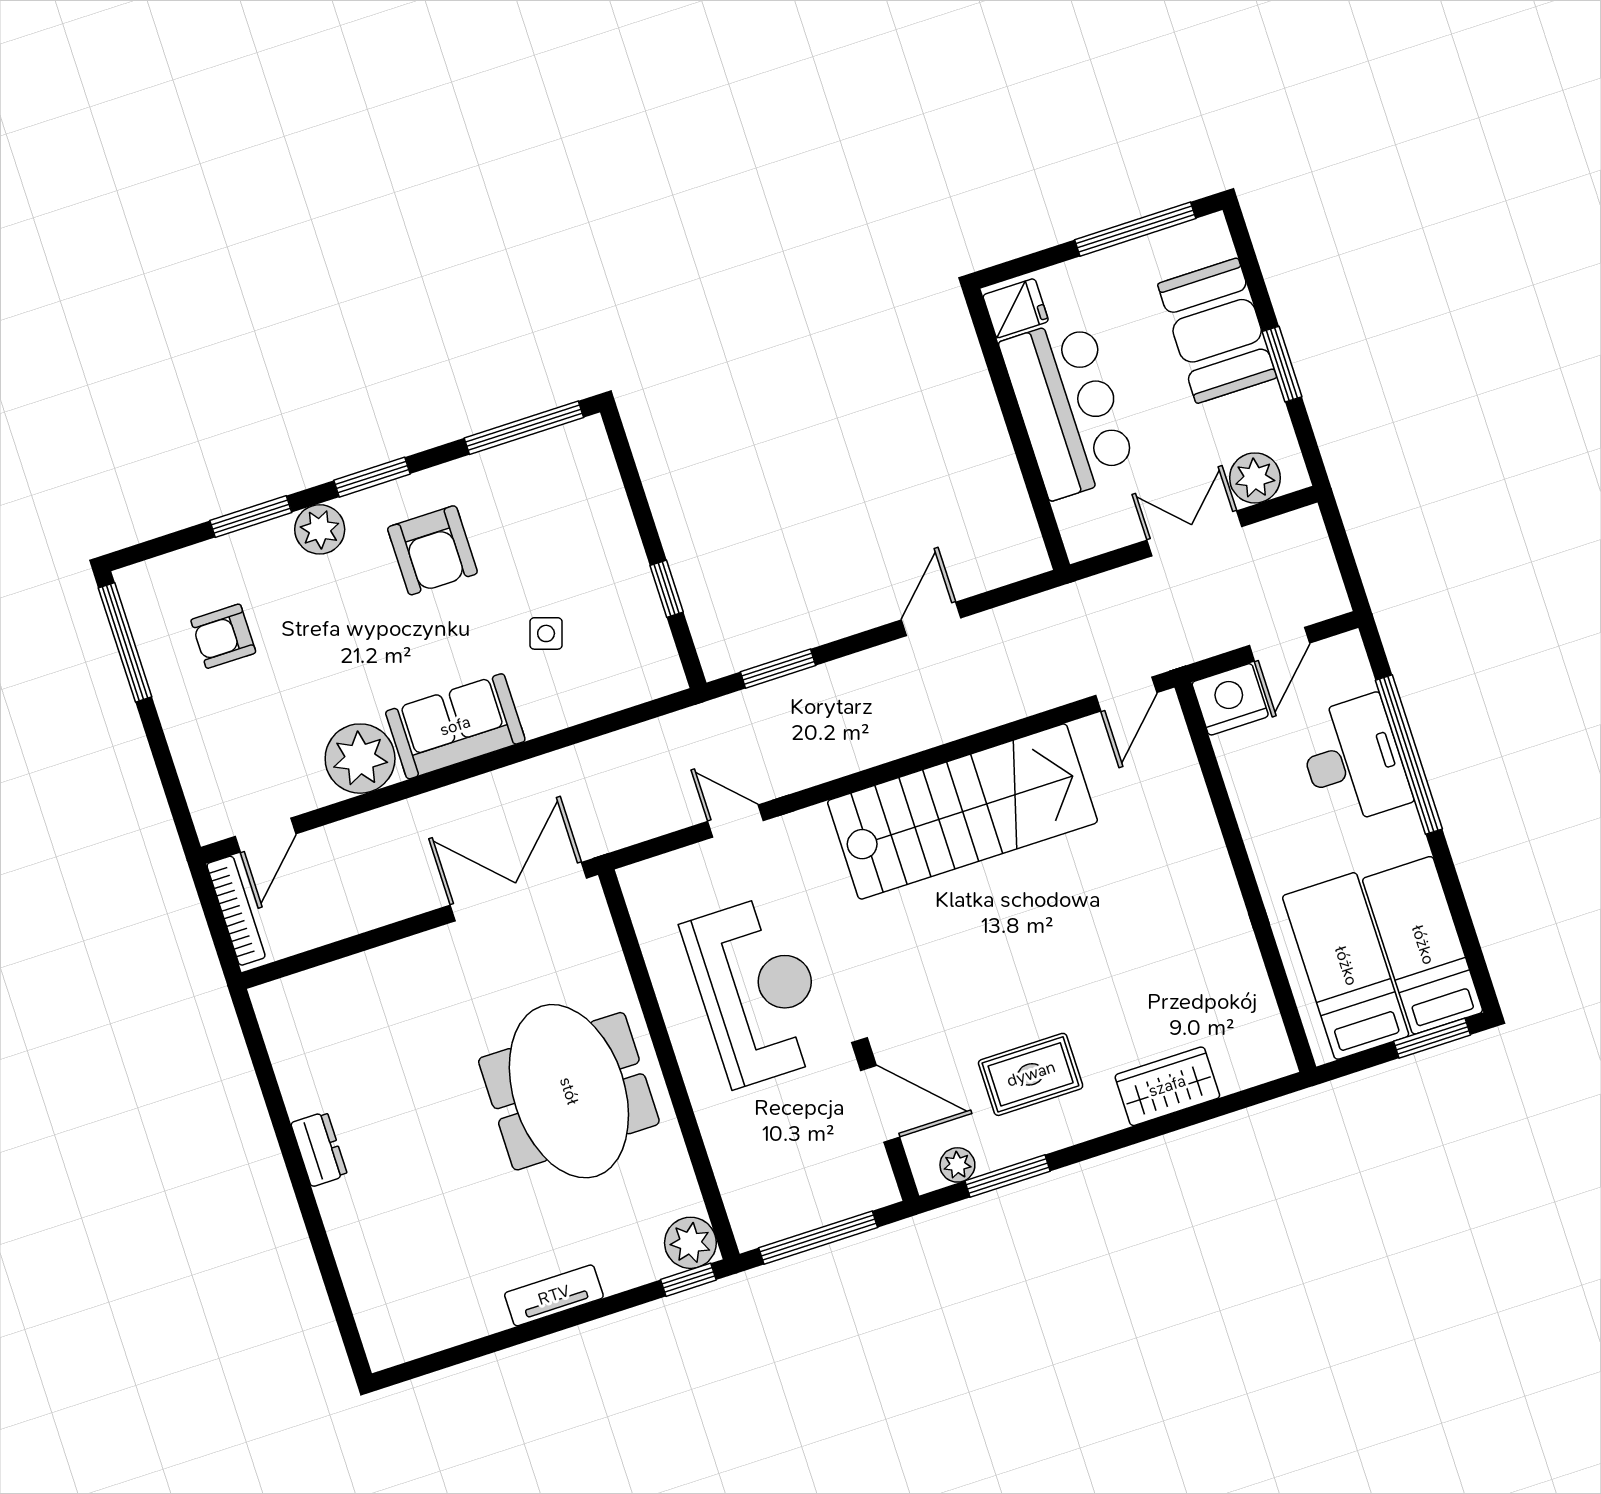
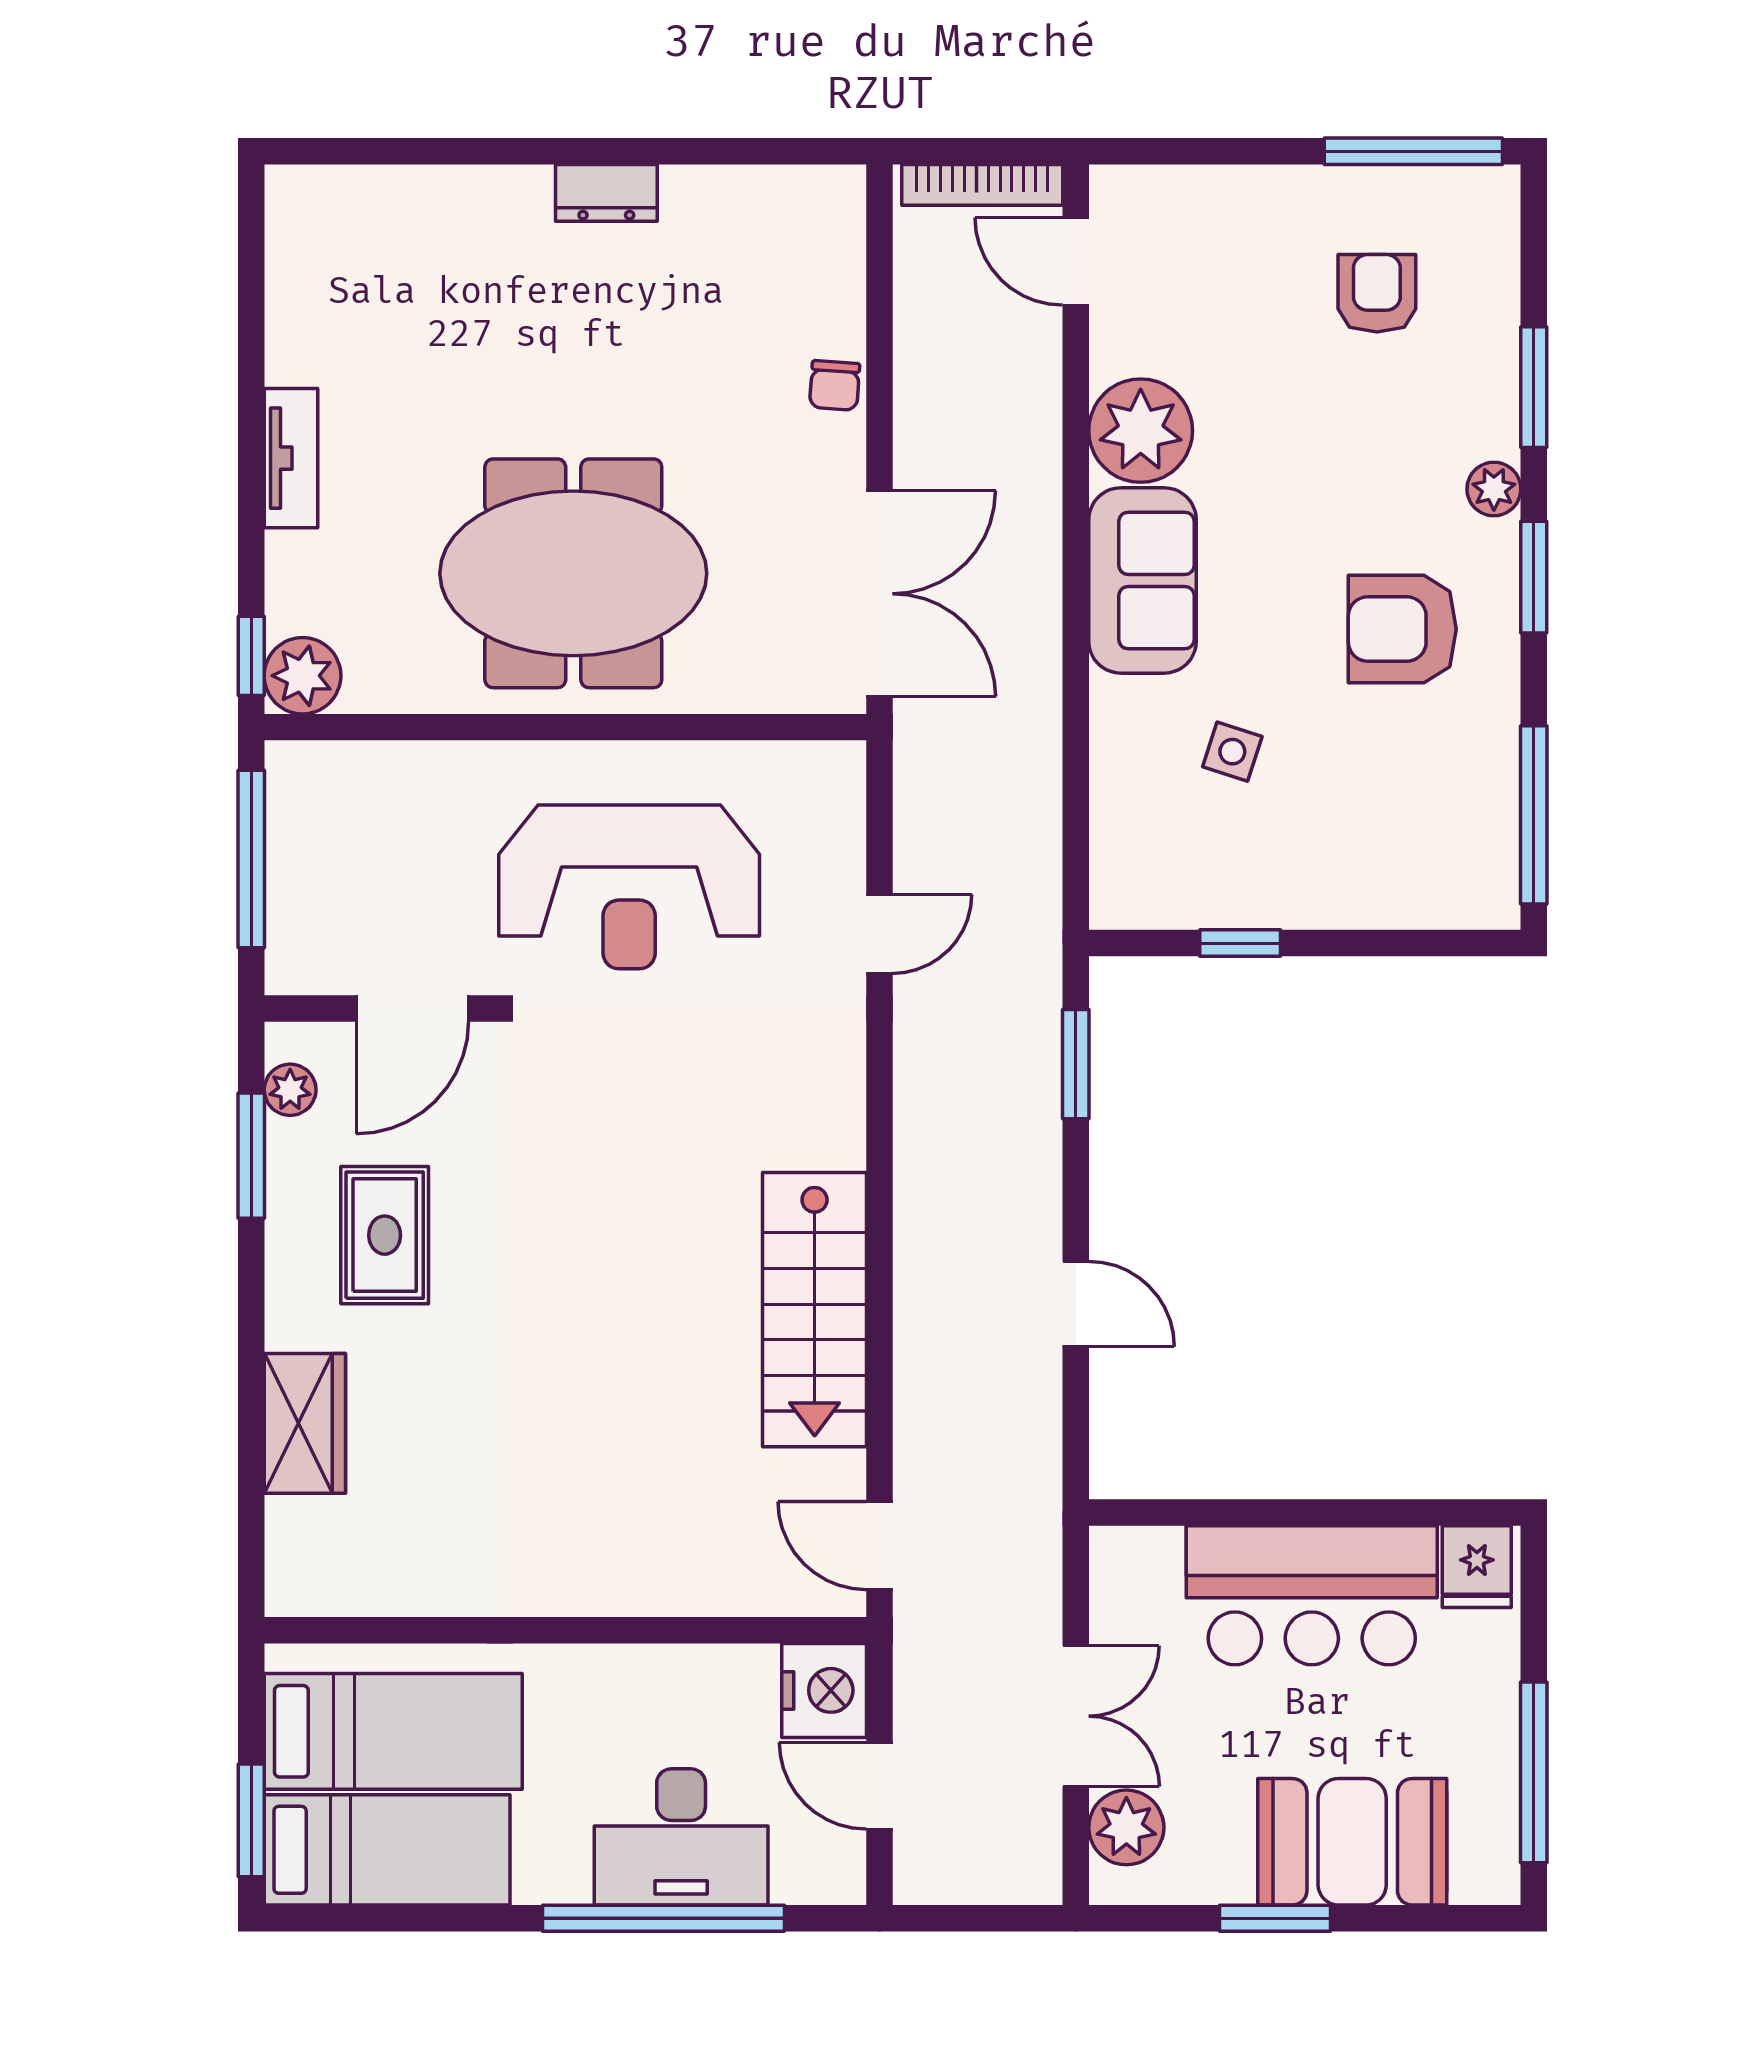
plant: (320, 529) -> (1494, 489), width x0.73, depth x0.73
stairs: (963, 812) -> (815, 1310), width x0.73, depth x0.66
chair: (395, 963) -> (835, 385), added

